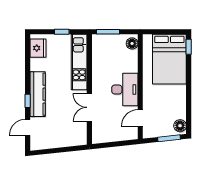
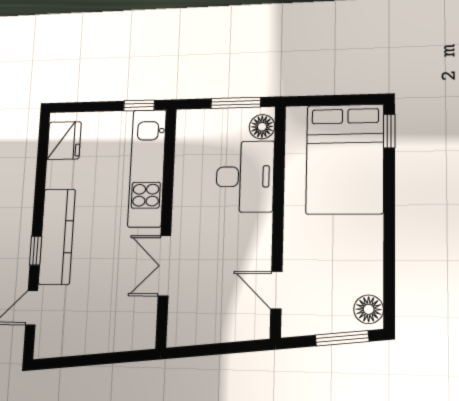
window: (62, 32) -> (139, 105), moved
window: (108, 32) -> (236, 103), moved
desk: (125, 89) -> (245, 177), moved
door: (140, 118) -> (276, 290), hinge flipped

